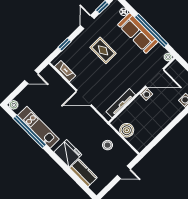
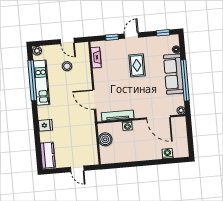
door: (87, 22) -> (131, 36), moved
washing machine: (146, 94) -> (127, 126), moved
door: (84, 98) -> (94, 99), moved
stool: (108, 145) -> (67, 66), moved
fridge: (68, 153) -> (45, 125), width x0.53, depth x0.75
kitchen counter: (83, 173) -> (48, 155), moved

